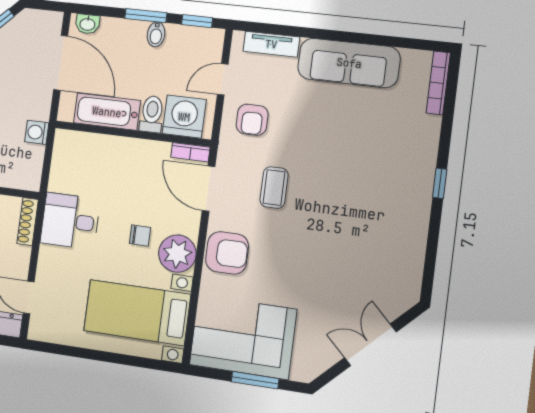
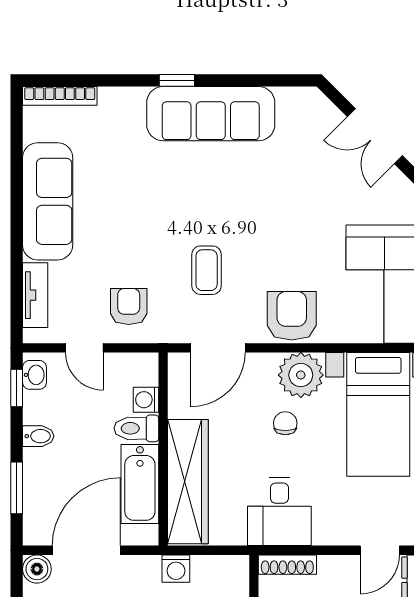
window: (146, 16) -> (17, 488), moved
boiler: (51, 22) -> (37, 569), added
washbasin: (87, 24) -> (34, 375), moved
washing machine: (184, 117) -> (146, 400), width x0.53, depth x0.53
armchair: (252, 120) -> (129, 306), turned -90
wardrobe: (104, 150) -> (188, 482), added
bookcase: (190, 152) -> (177, 375), removed
coffee table: (274, 188) -> (207, 270), turned 90
sofa: (407, 208) -> (211, 114), added

